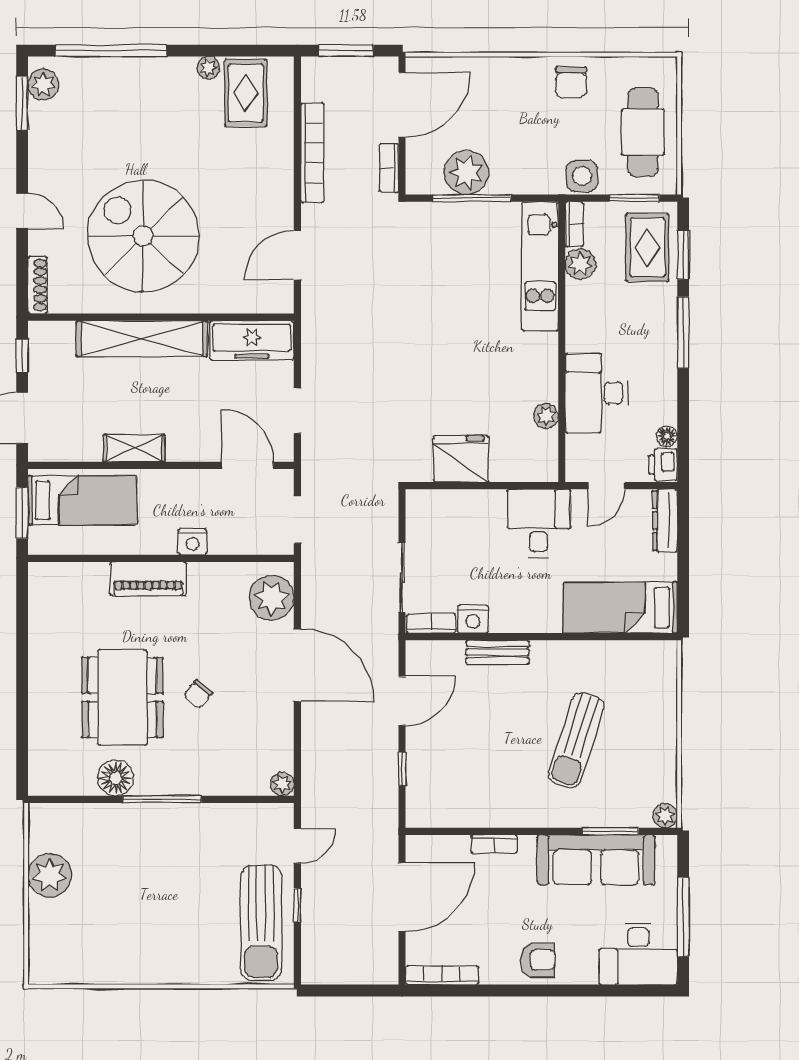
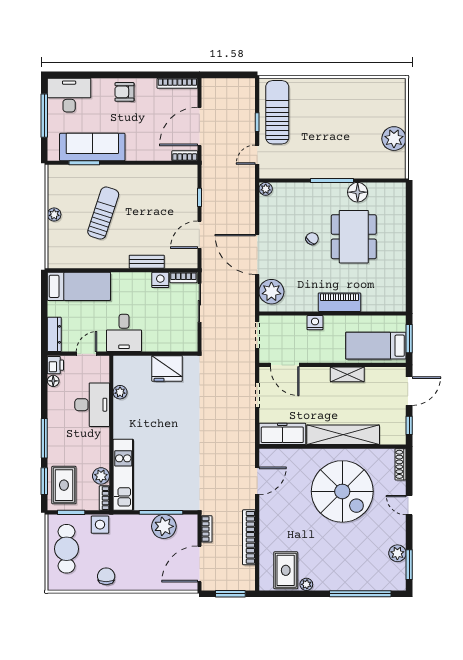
plant: (43, 85) -> (397, 553), moved
plant: (665, 816) -> (54, 215), moved
bookcase: (494, 844) -> (185, 156), moved

